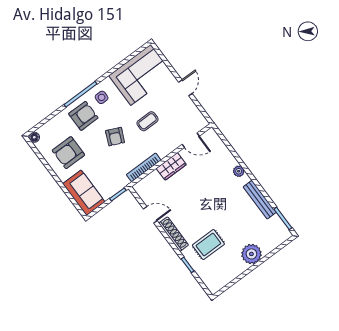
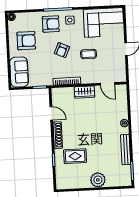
armchair: (68, 153) -> (26, 41), turned 180

